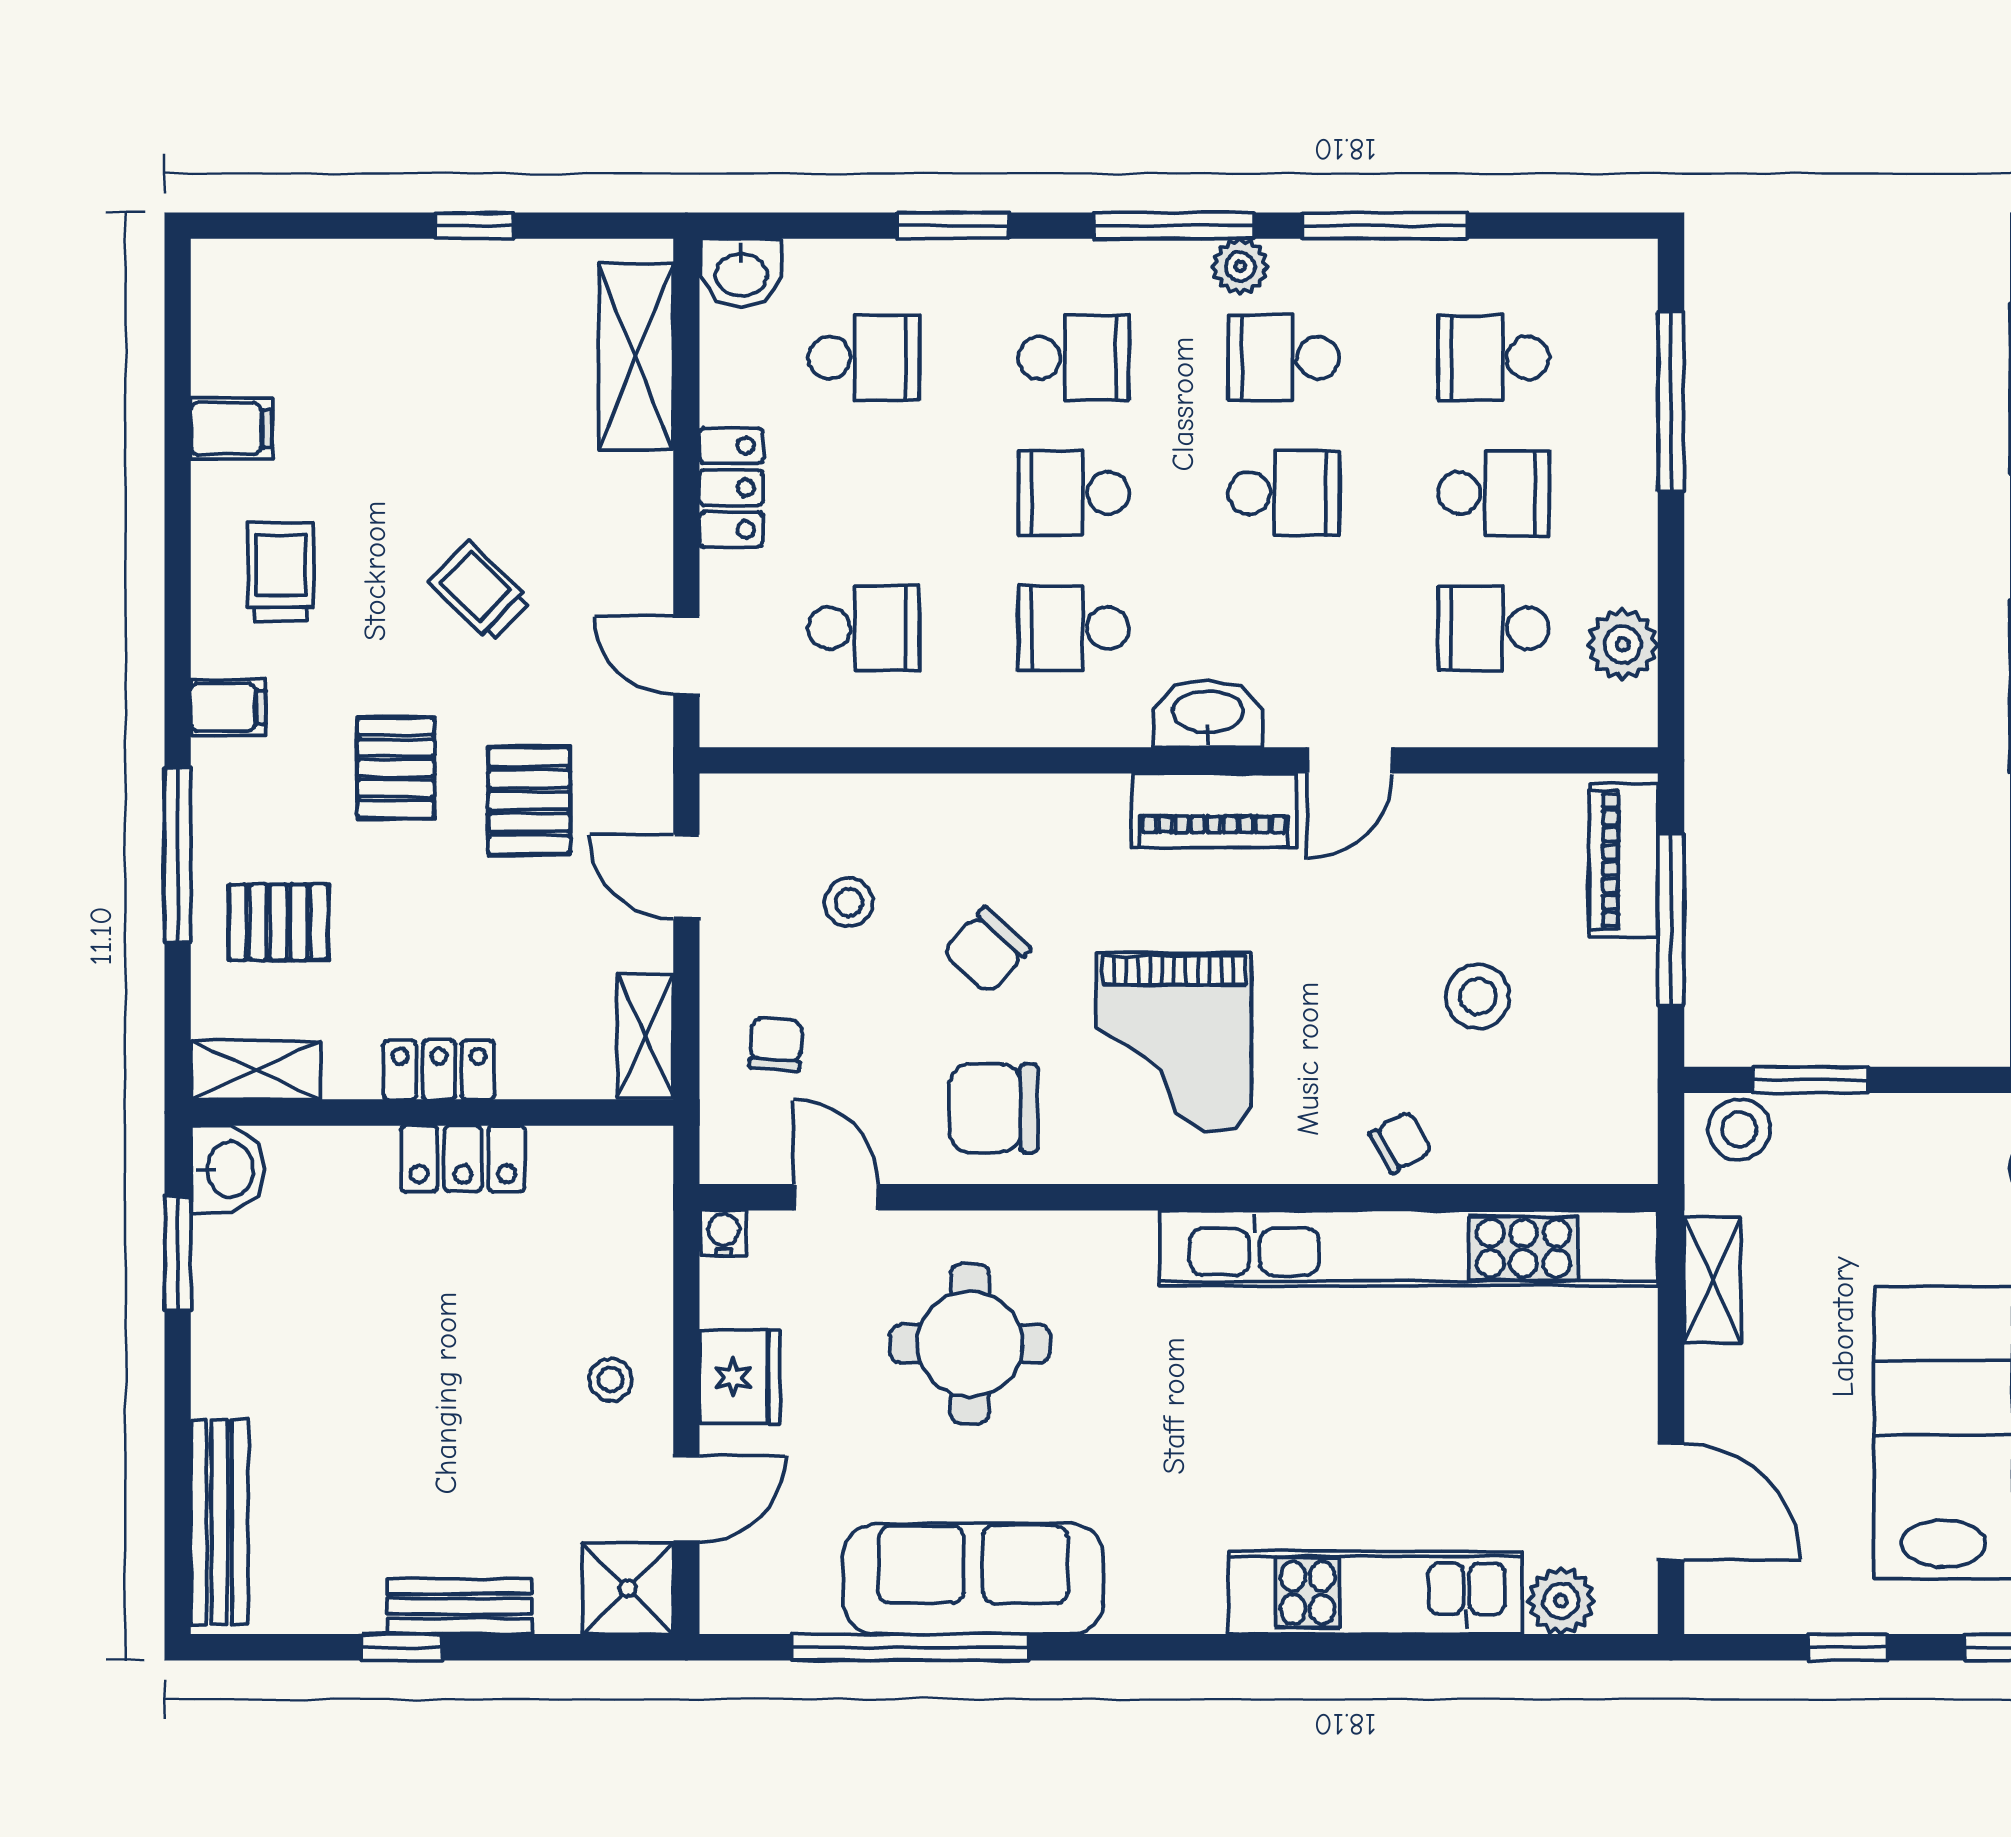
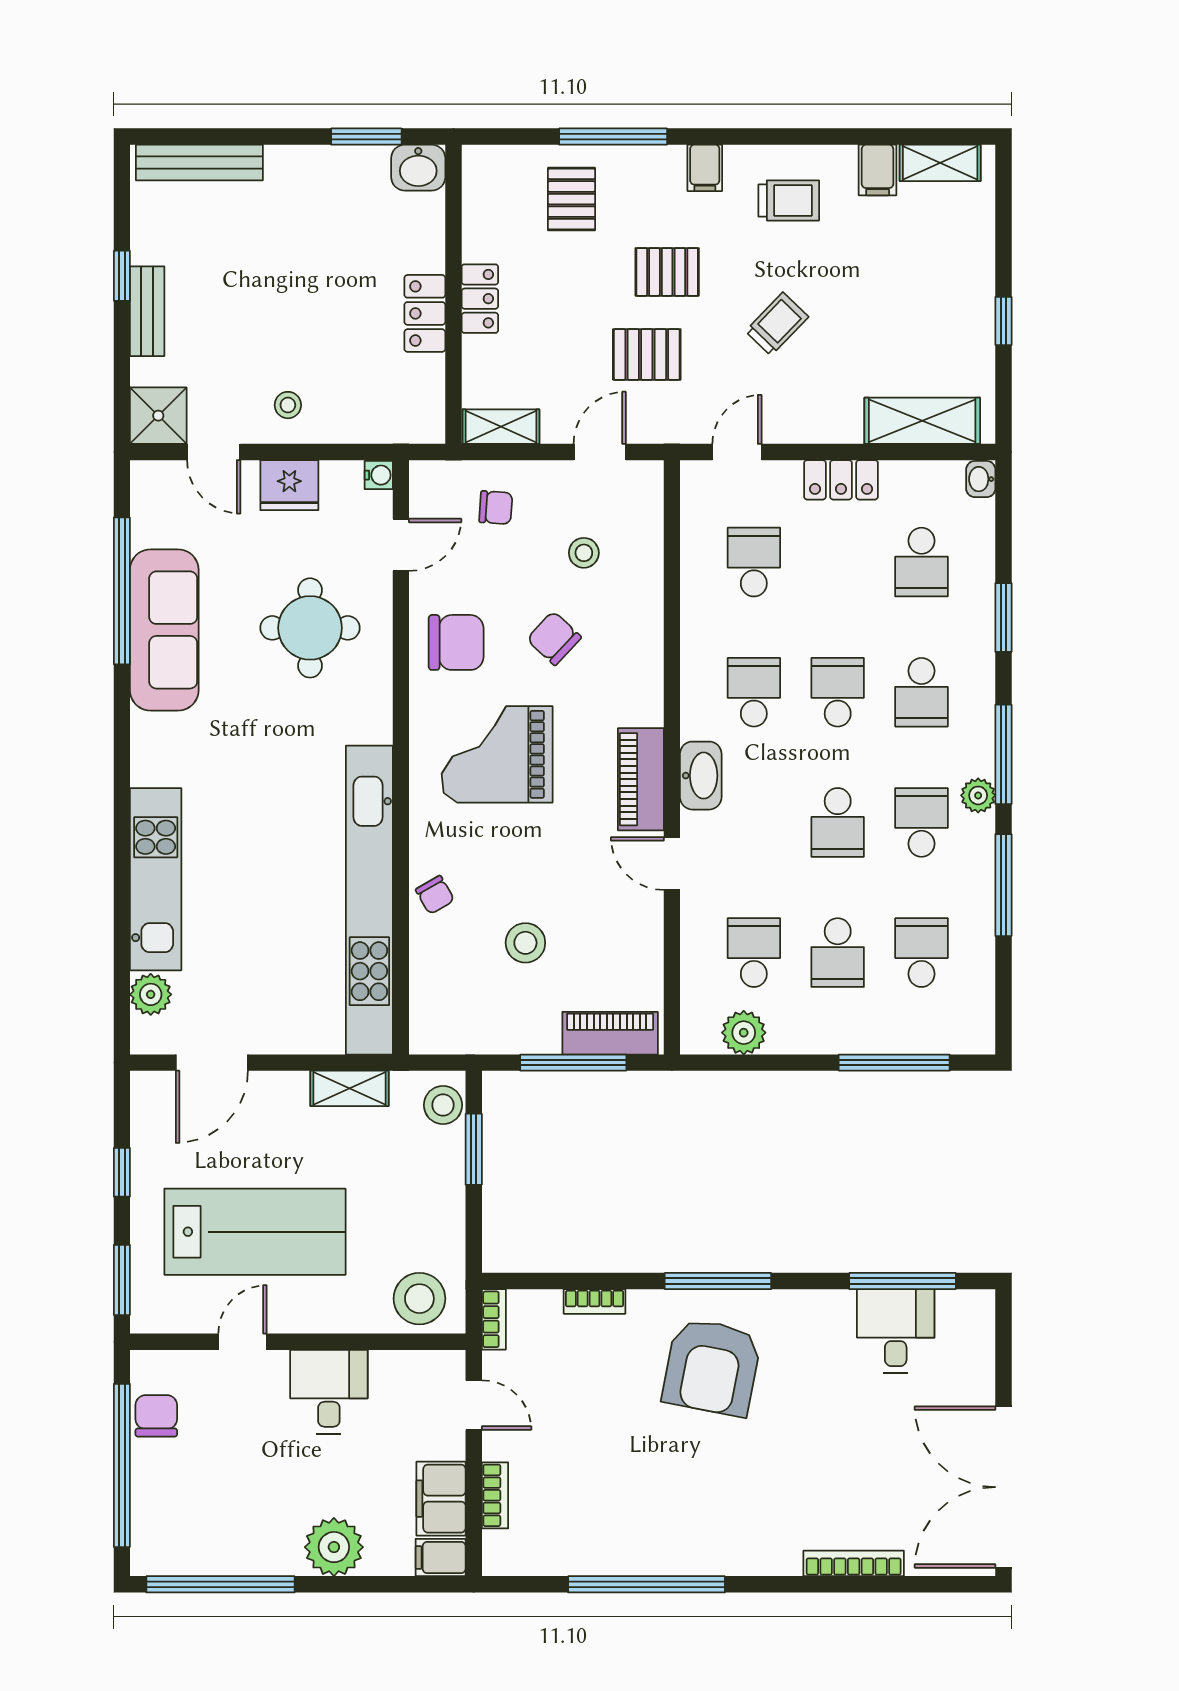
washbasin: (741, 273) -> (981, 479), width x0.72, depth x0.69
school desk: (864, 628) -> (754, 562), turned 180
shelving: (256, 1070) -> (940, 163), moved, turned 90
chair: (993, 1108) -> (456, 642), turned 90

